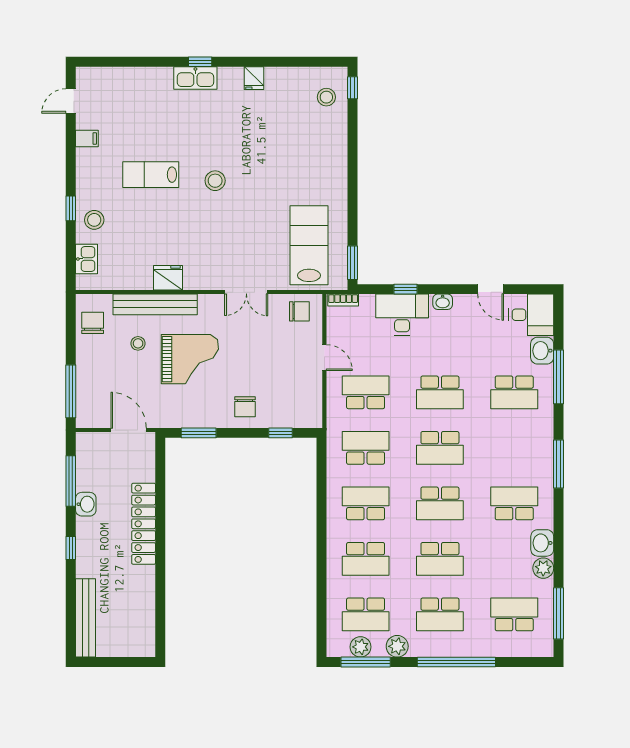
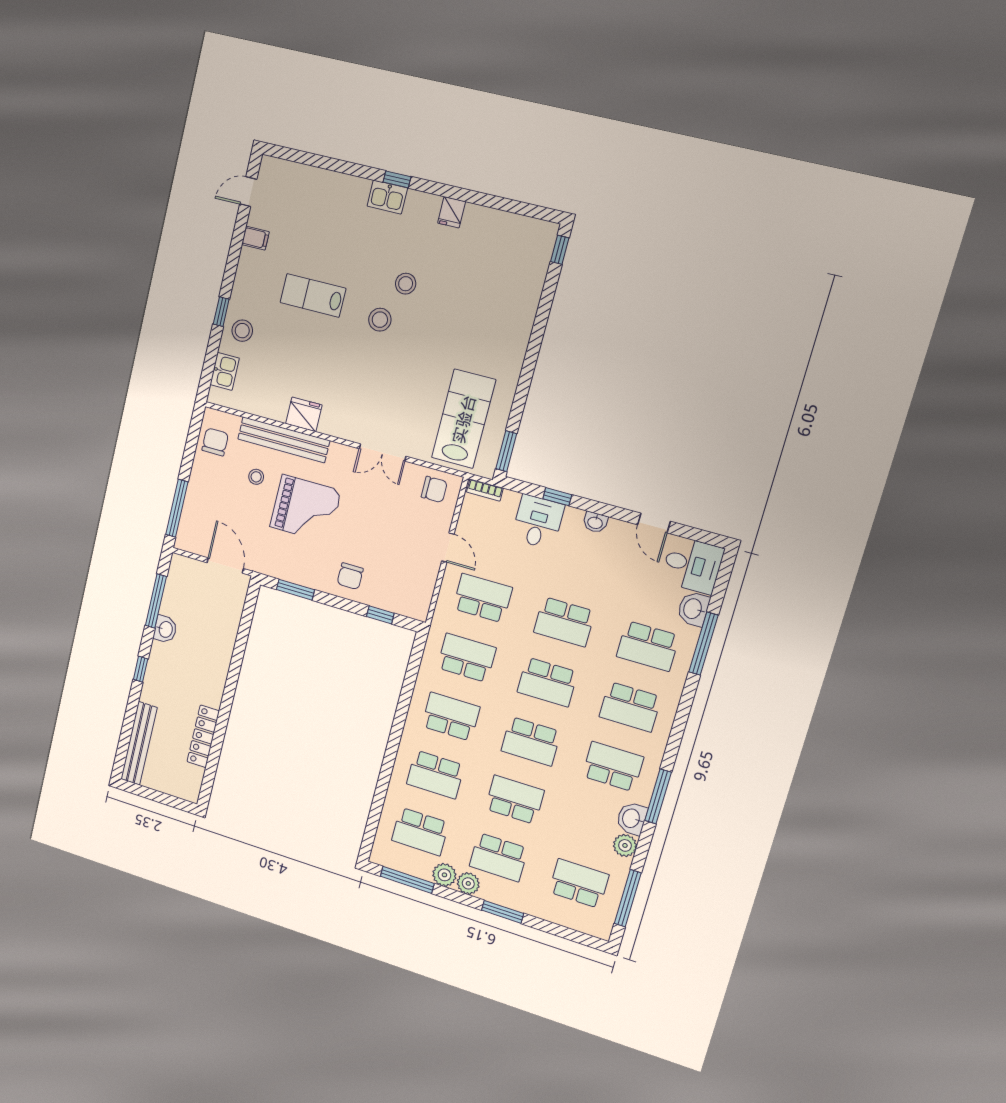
kitchen sink: (195, 78) -> (387, 197), width x0.73
stool: (326, 97) -> (406, 284), moved
desk: (402, 315) -> (538, 522), width x0.73
school desk: (514, 448) -> (630, 707), added
window: (558, 464) -> (658, 796), moved
locker: (144, 524) -> (203, 736), moved, width x0.71, depth x0.83
school desk: (440, 559) -> (515, 800), turned 180
plant: (361, 647) -> (468, 883), moved
window: (456, 662) -> (503, 912), width x0.47

